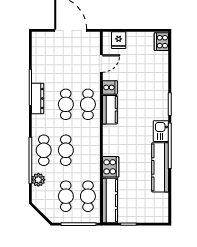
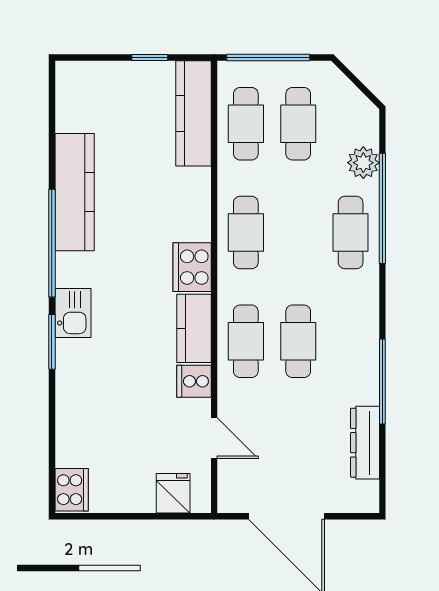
door: (101, 63) -> (214, 438), swing flipped
dresser: (38, 98) -> (365, 443), moved
kitchen sink: (161, 131) -> (73, 313), moved
cafe table: (66, 150) -> (246, 233), moved
cooker: (111, 167) -> (192, 267), moved

